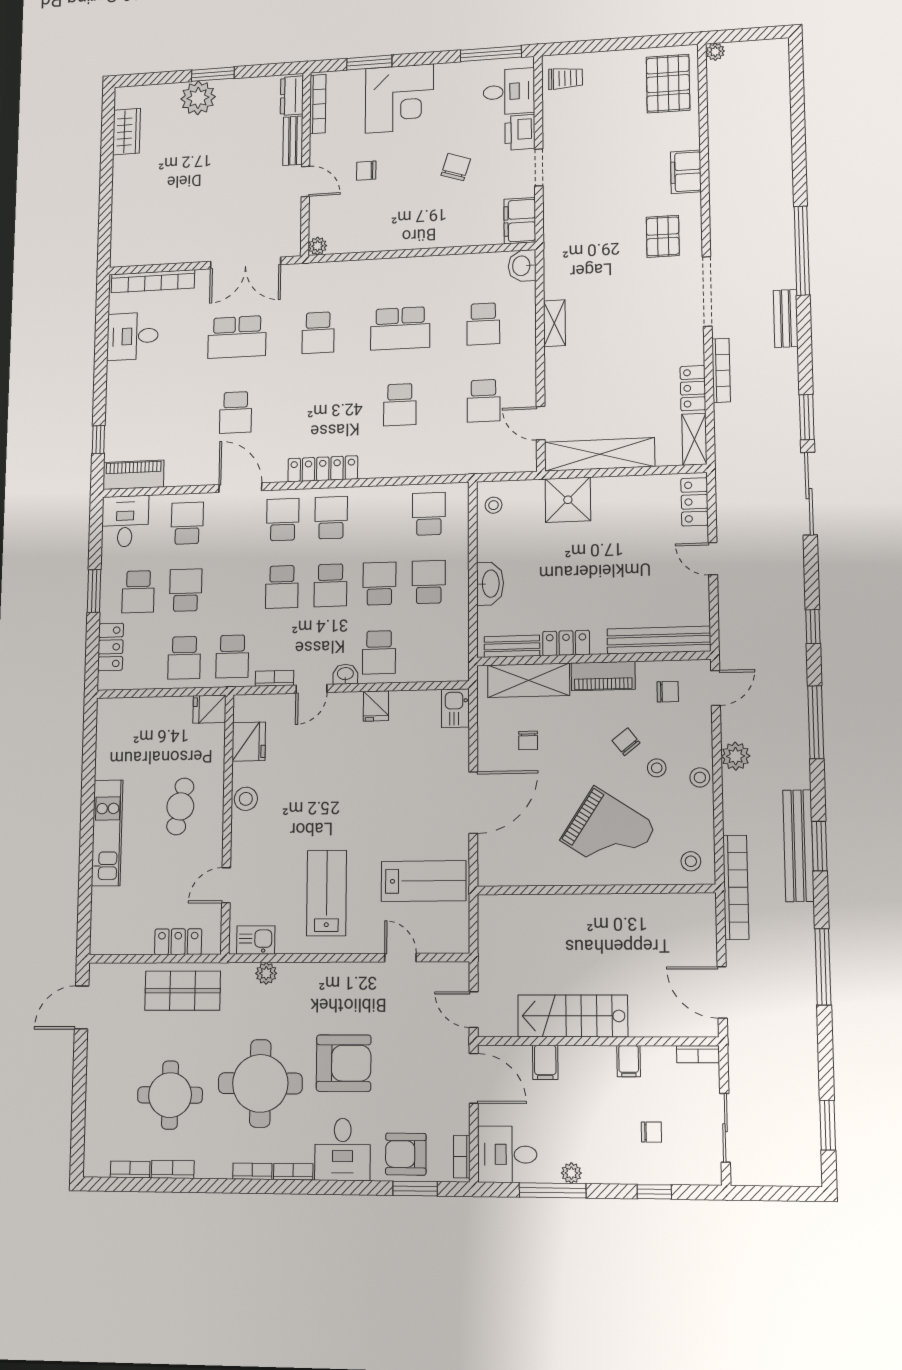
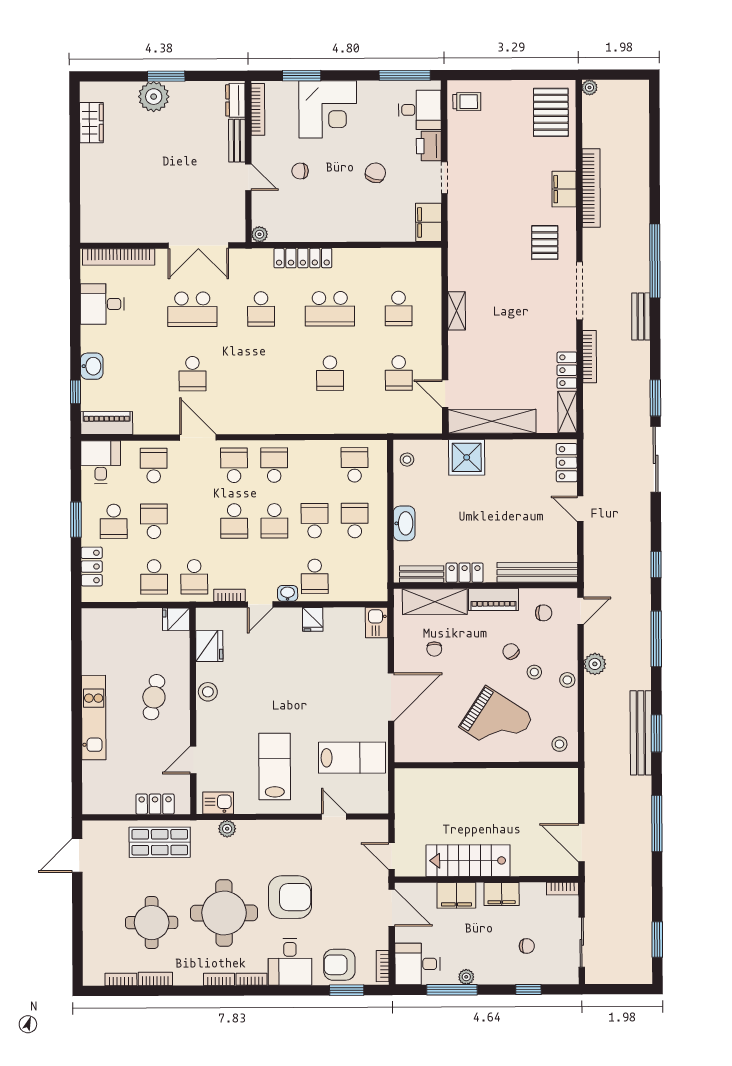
washbasin: (522, 266) -> (92, 366), moved, turned 180
locker: (323, 469) -> (303, 258), moved, turned 180
bookcase: (736, 887) -> (591, 188), moved
filing cabinet: (629, 1061) -> (502, 894), width x2.00
filing cabinet: (545, 1062) -> (456, 895), width x2.00

